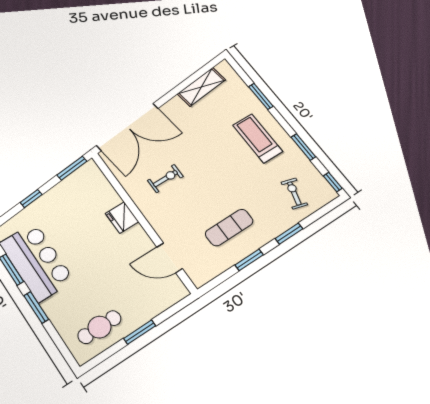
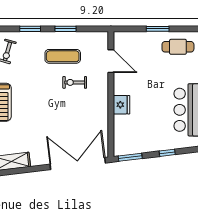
exercise bike: (165, 178) -> (75, 82), moved

